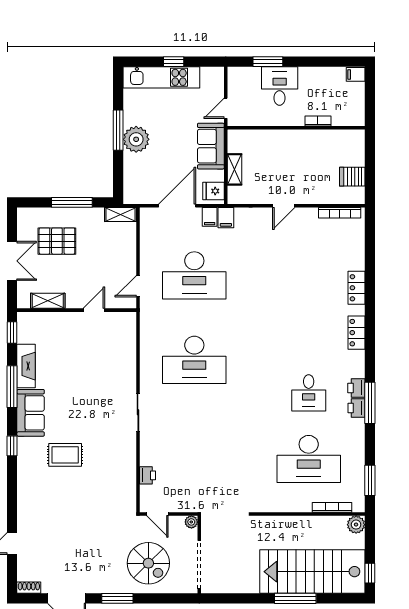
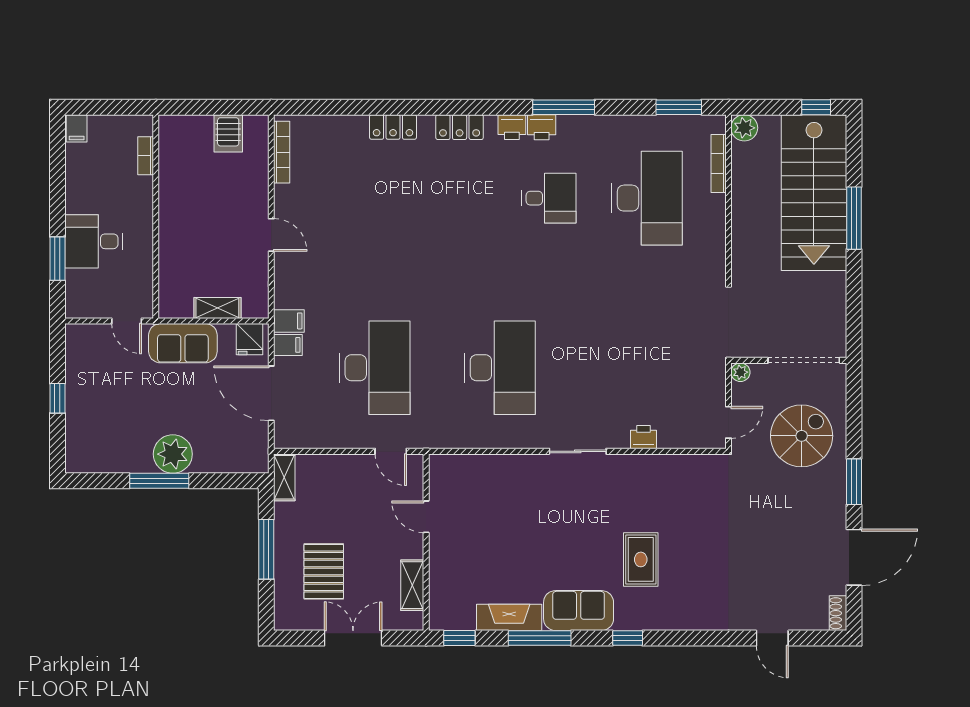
kitchen unit: (161, 77) -> (81, 417), removed
bookcase: (318, 121) -> (146, 156), moved
printer: (357, 408) -> (512, 127), moved
printer: (148, 475) -> (644, 437), moved

